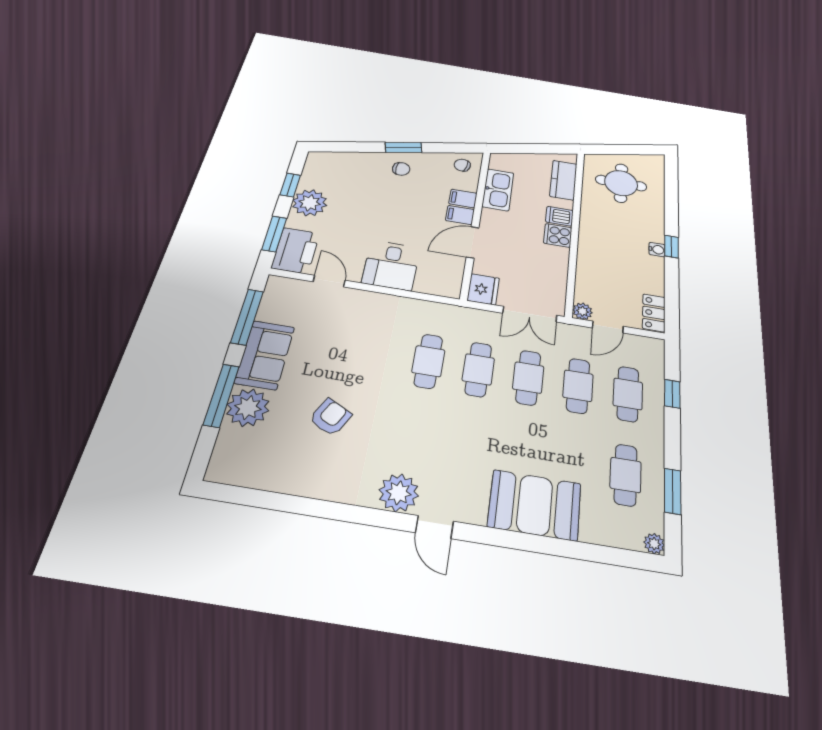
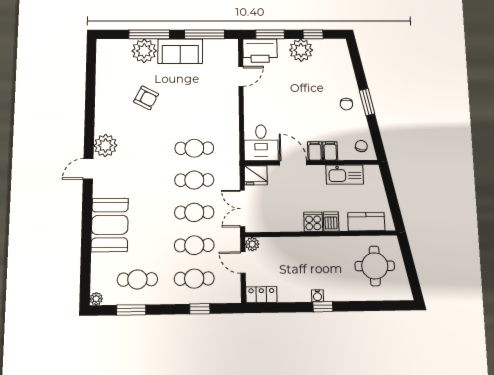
desk: (391, 265) -> (261, 143), moved, turned -90

